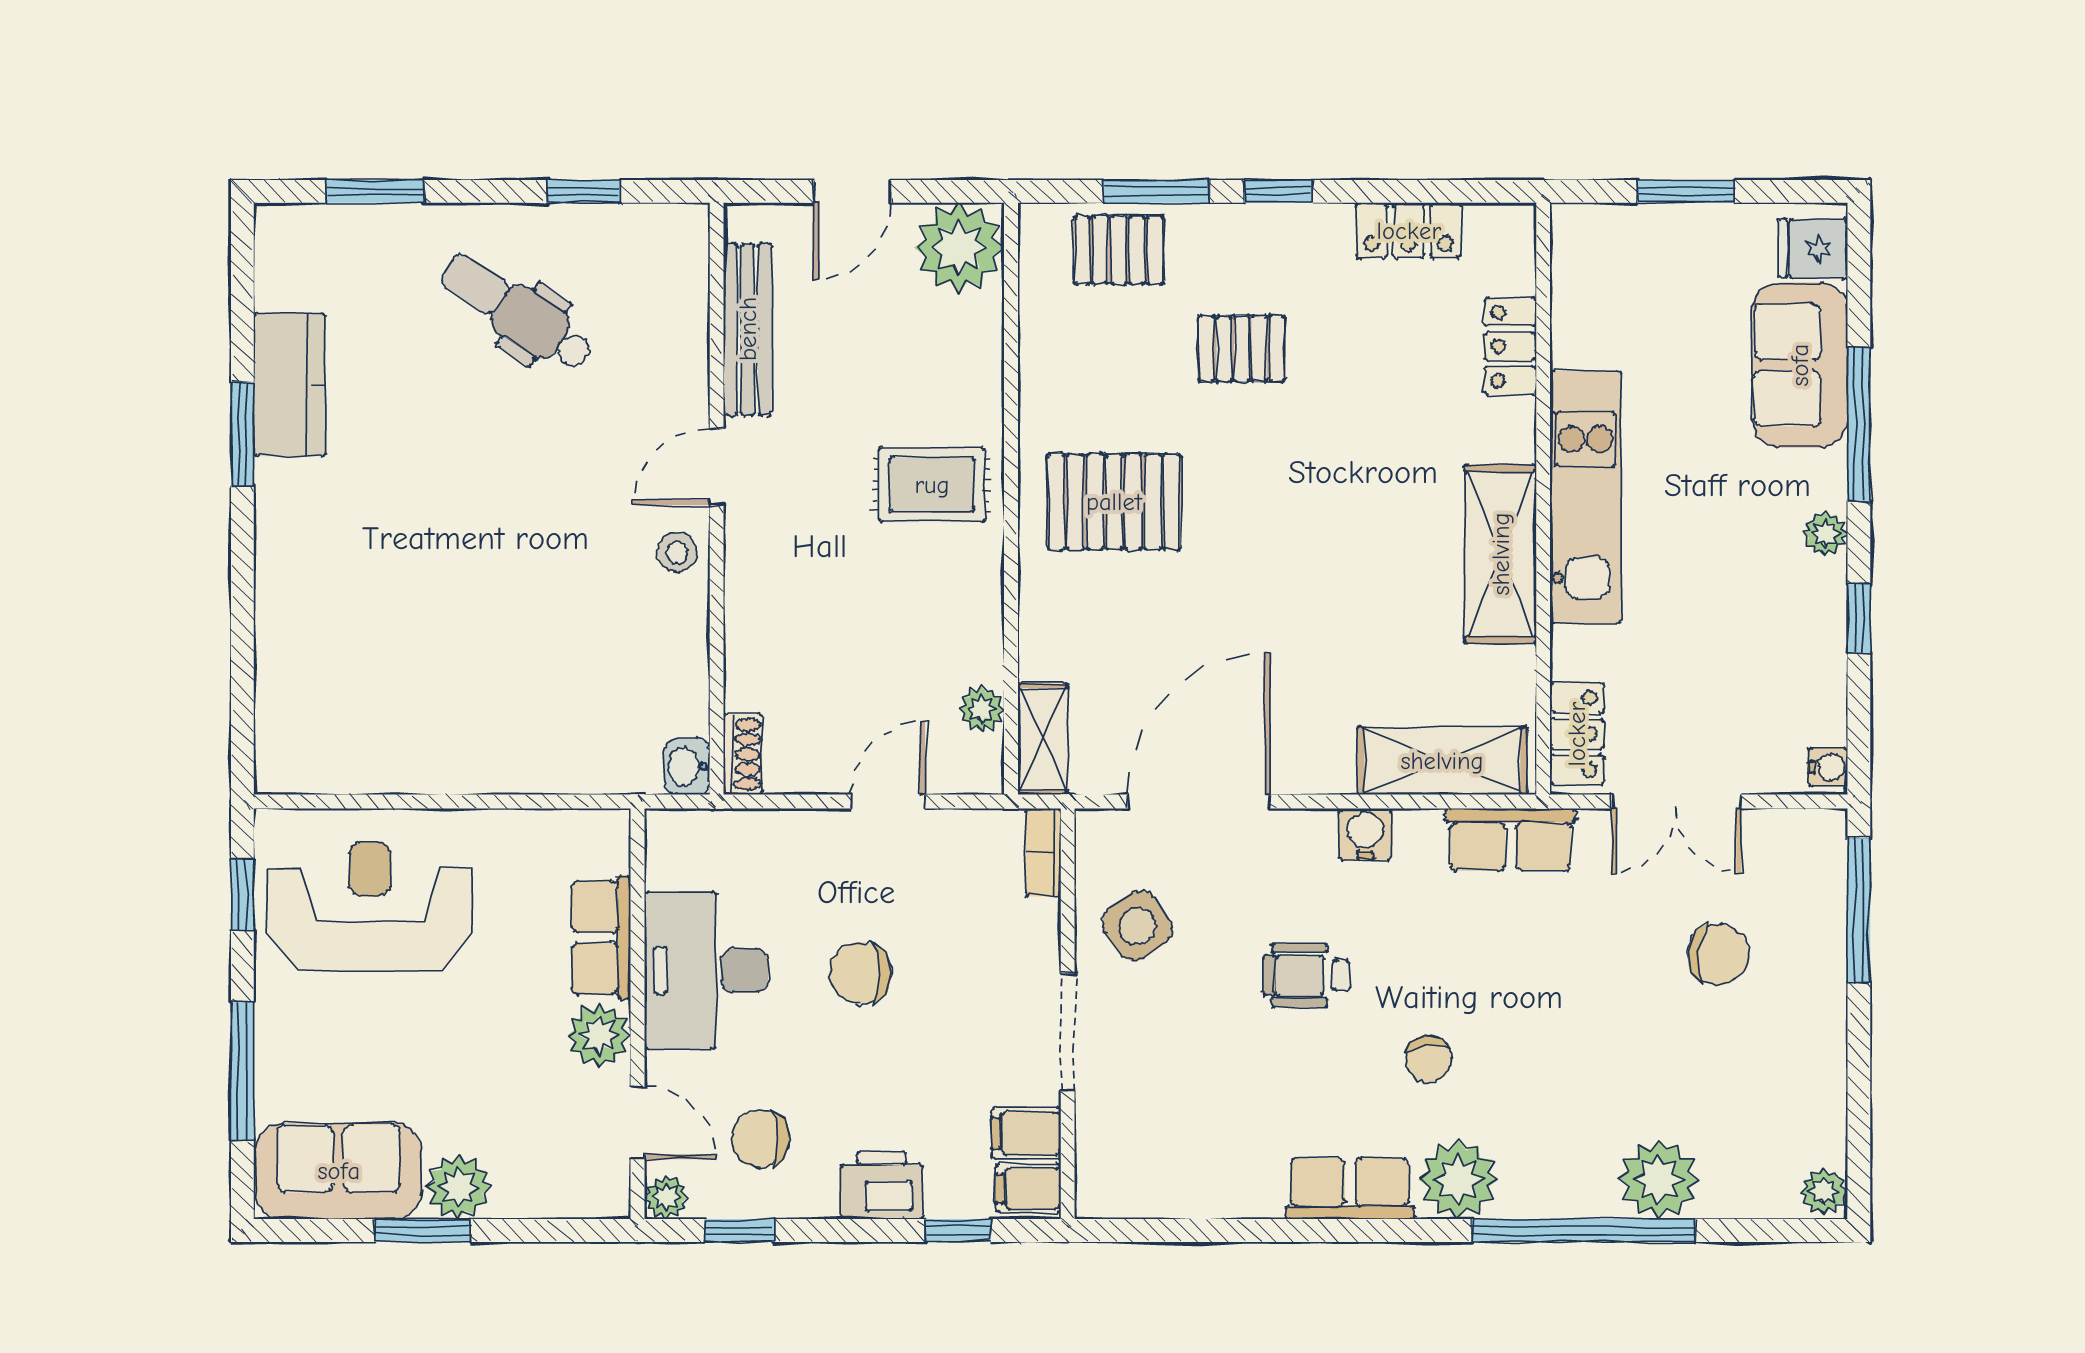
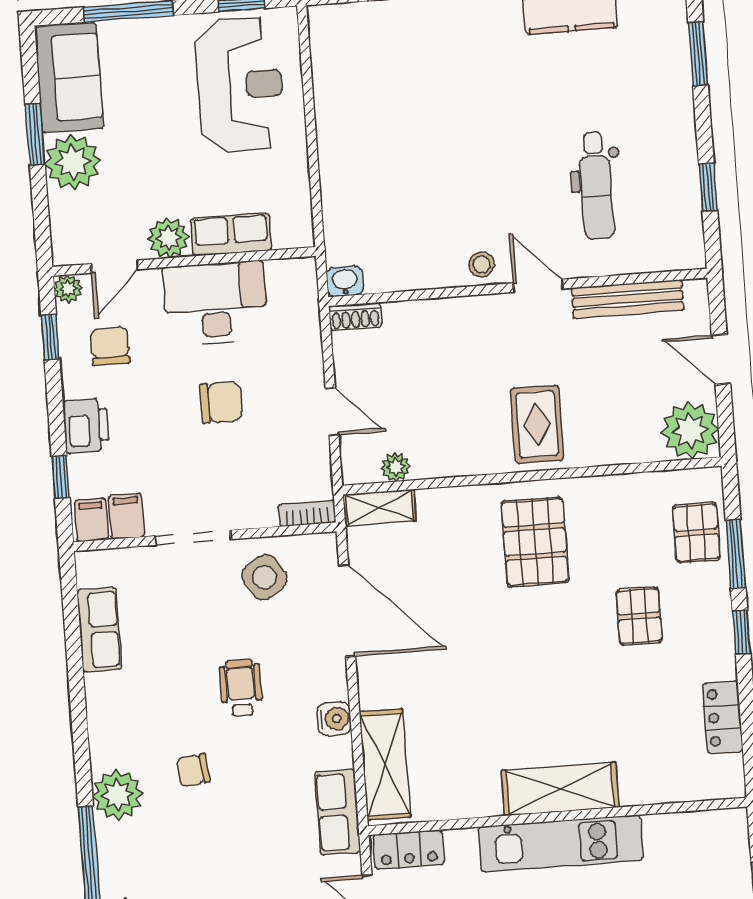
dental chair: (517, 313) -> (596, 186), moved, turned 146
locker: (1510, 346) -> (653, 788), removed
shelving: (1501, 554) -> (560, 789), moved
chair: (861, 973) -> (221, 402), turned 90
plant: (458, 1187) -> (73, 162), width x1.36, depth x1.36
row of seats: (1350, 1189) -> (99, 630), moved

